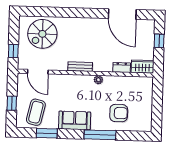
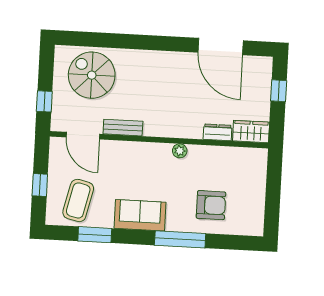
spiral stairs: (42, 34) -> (92, 75), turned 90
bench: (80, 67) -> (123, 128), moved

